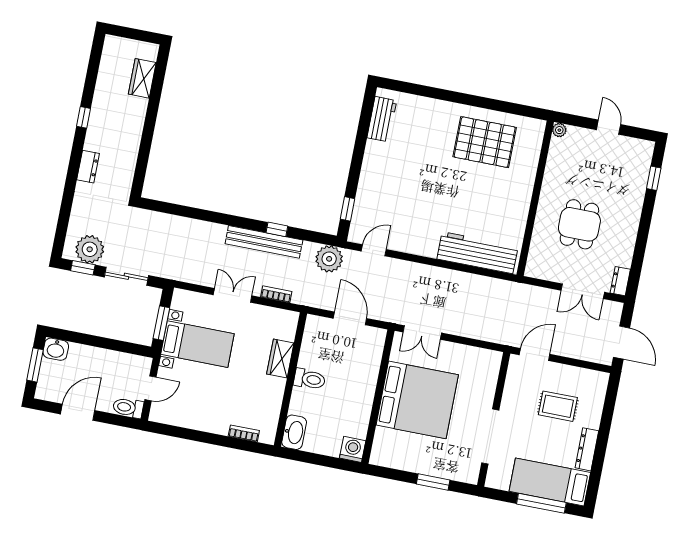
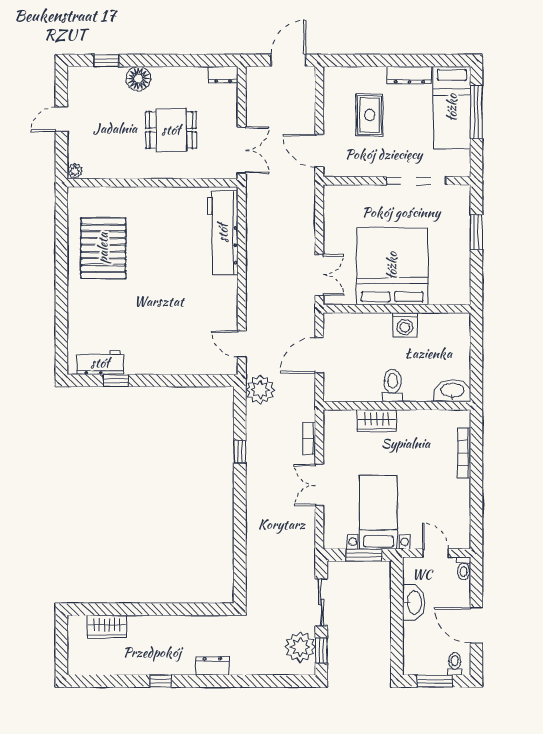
floor lamp: (632, 204) -> (138, 79), added
window: (348, 209) -> (116, 380), moved
bench: (264, 242) -> (256, 463), removed
double door: (583, 291) -> (242, 150), moved
washbasin: (56, 349) -> (414, 603), moved, width x1.38
toilet: (47, 386) -> (455, 664), added
toilet: (128, 408) -> (464, 568), width x0.73, depth x0.72
bookcase: (244, 433) -> (464, 453), width x1.56
washing machine: (353, 449) -> (405, 325), moved, turned -90

